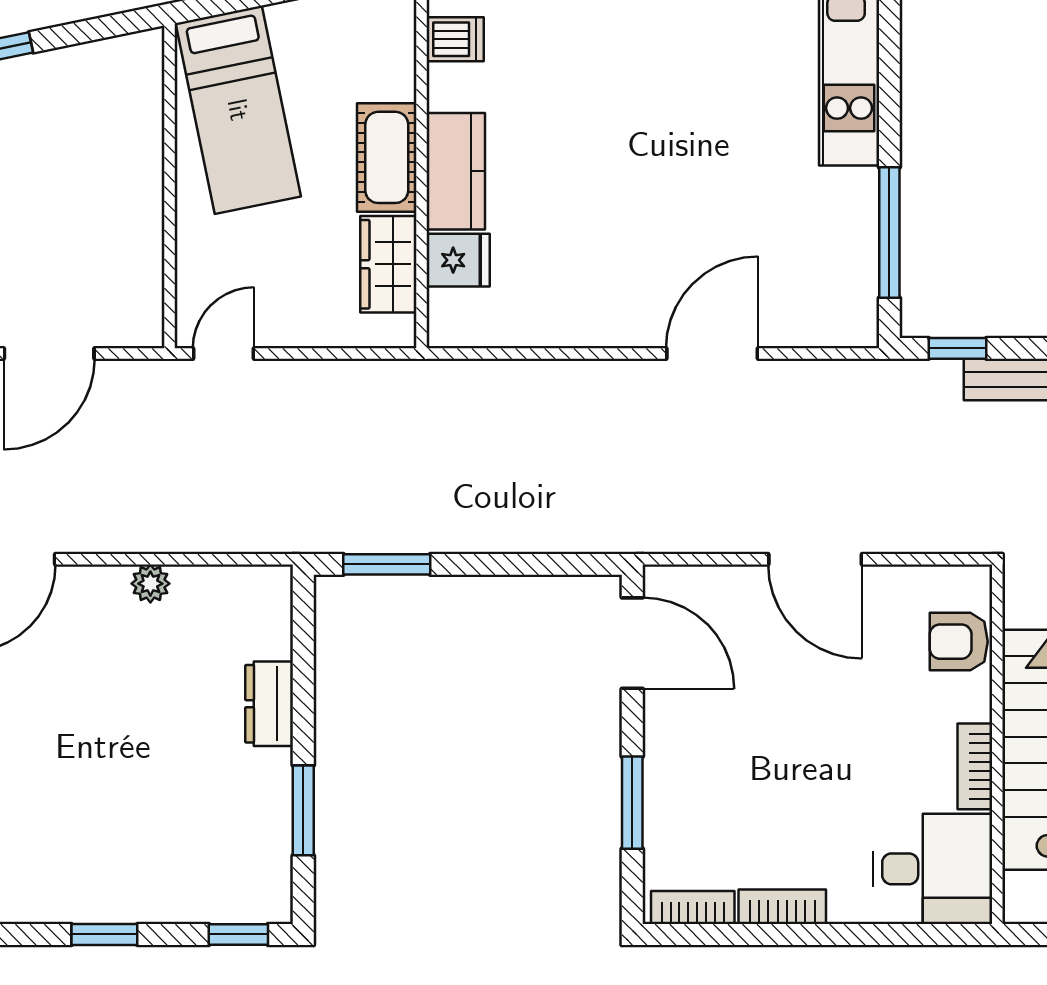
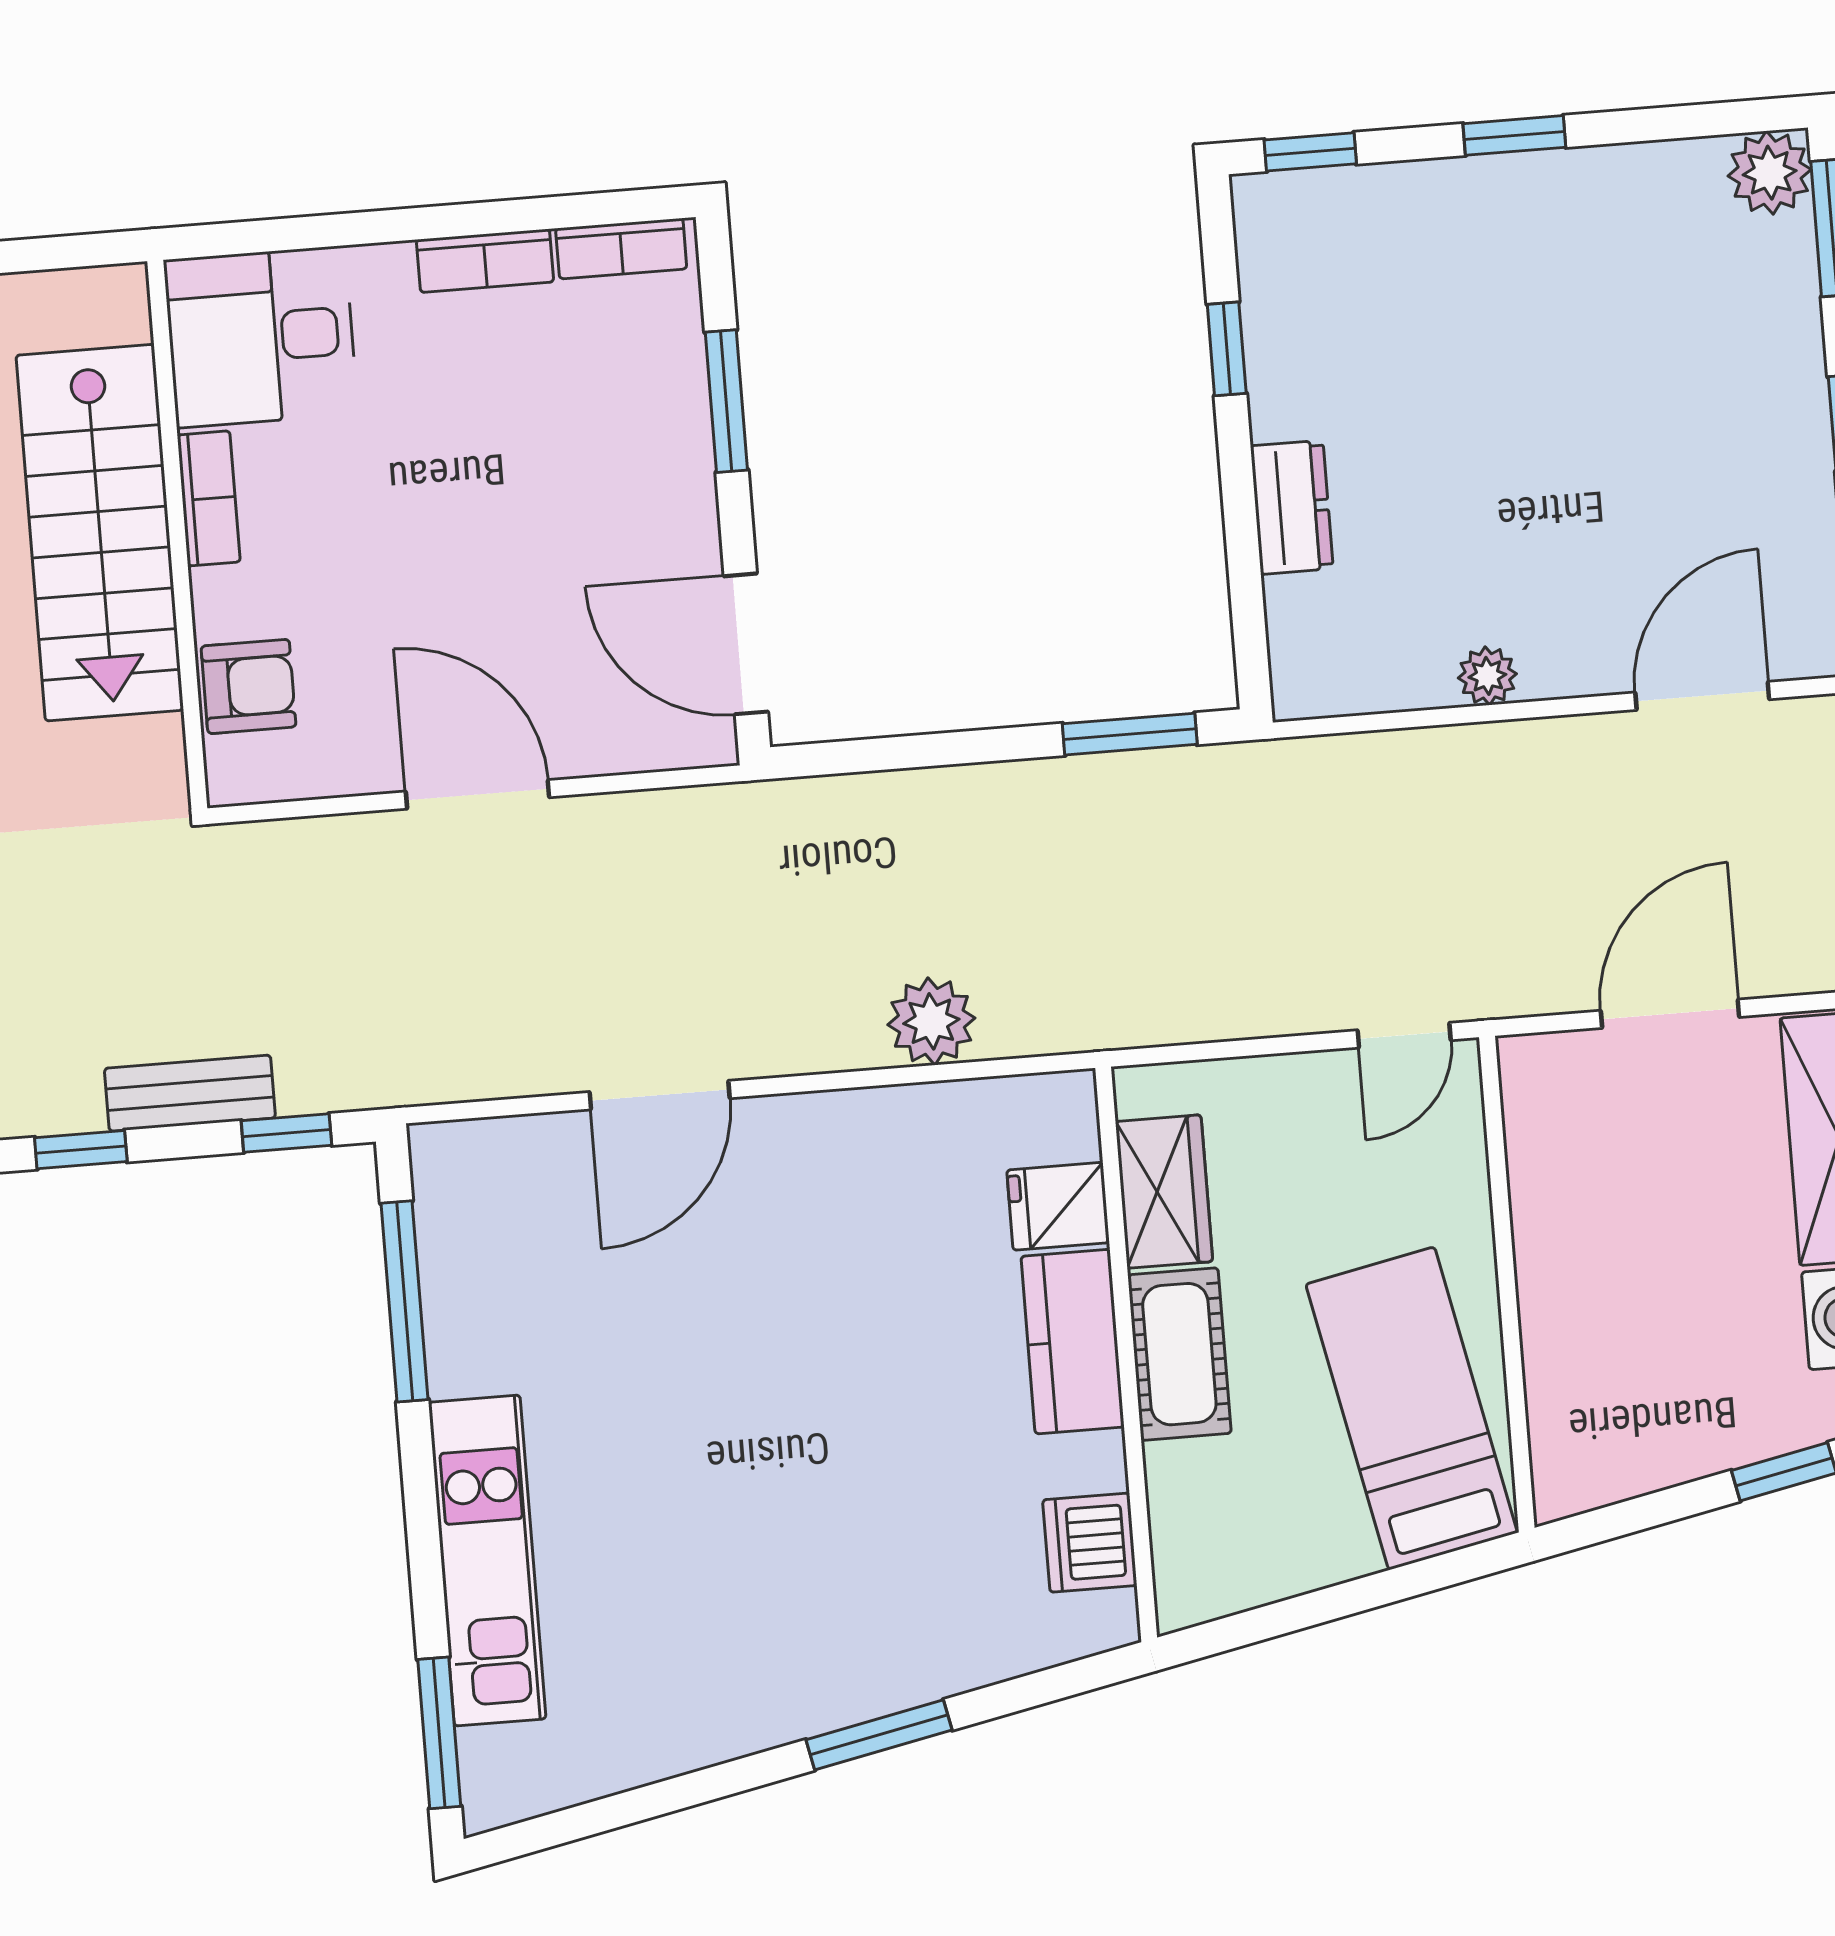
dishwasher: (455, 39) -> (1090, 1543), width x1.38
plant: (531, 387) -> (931, 1021), added
window: (303, 810) -> (1227, 349), width x0.67

